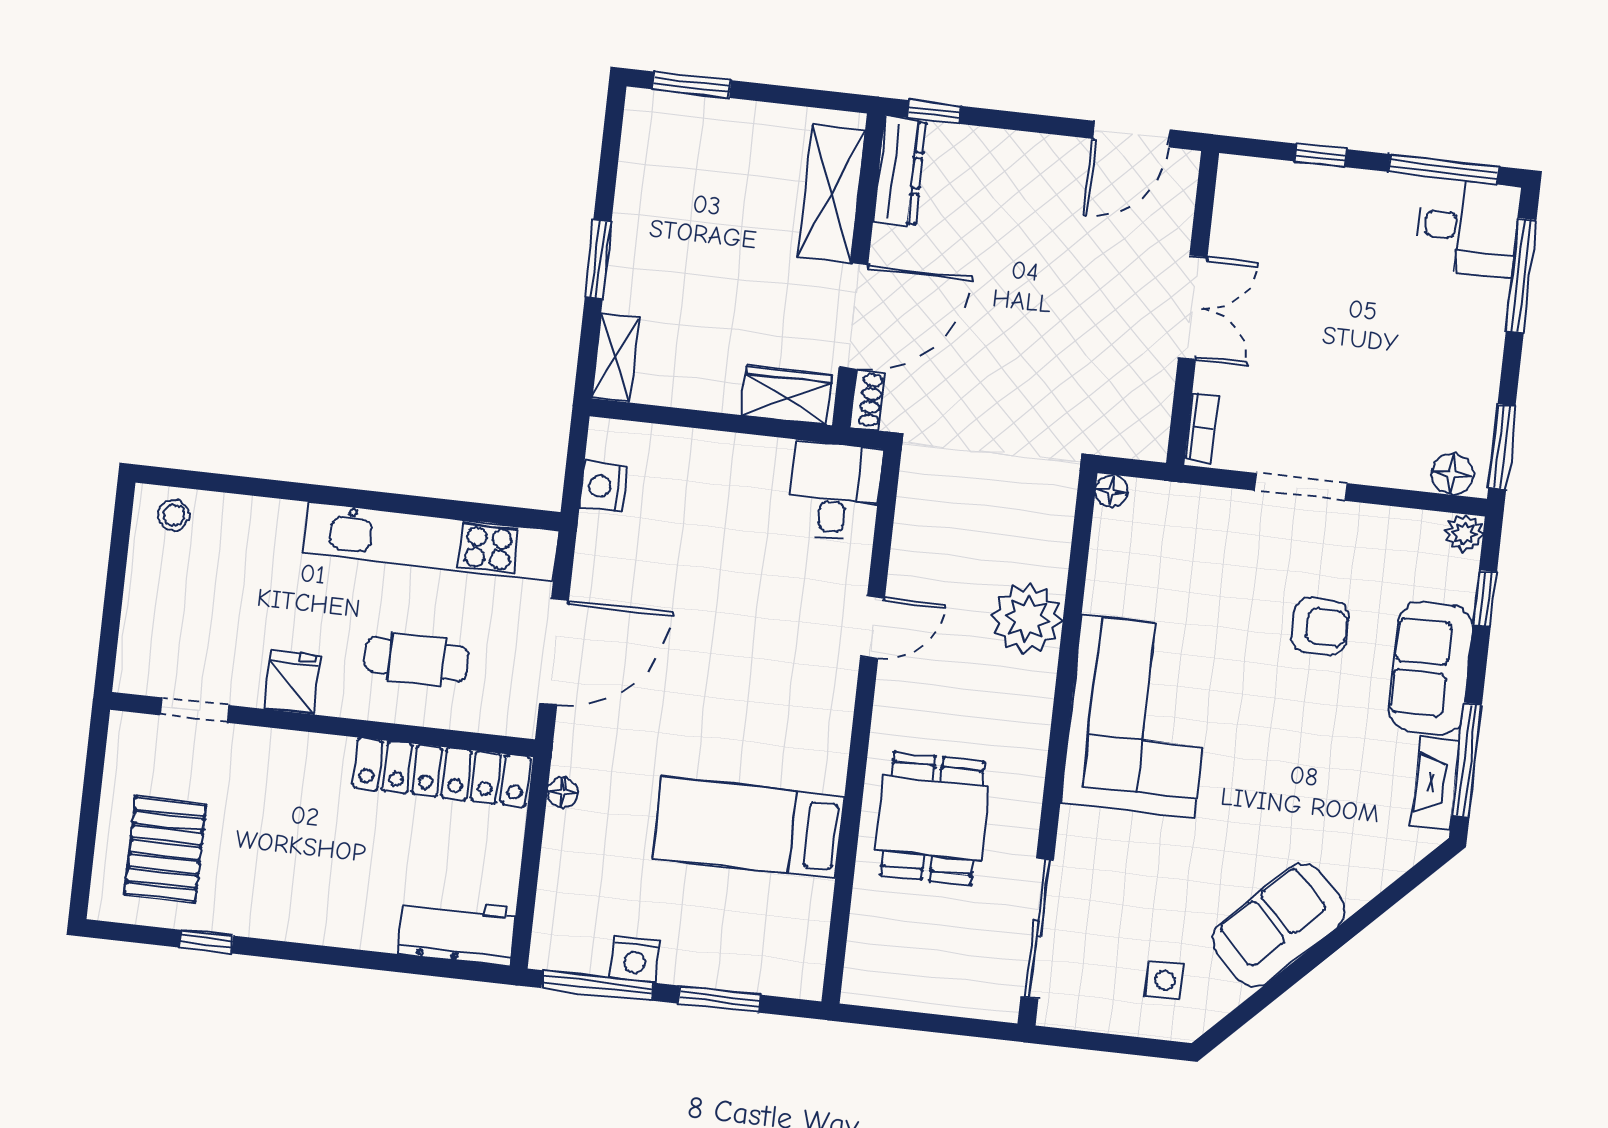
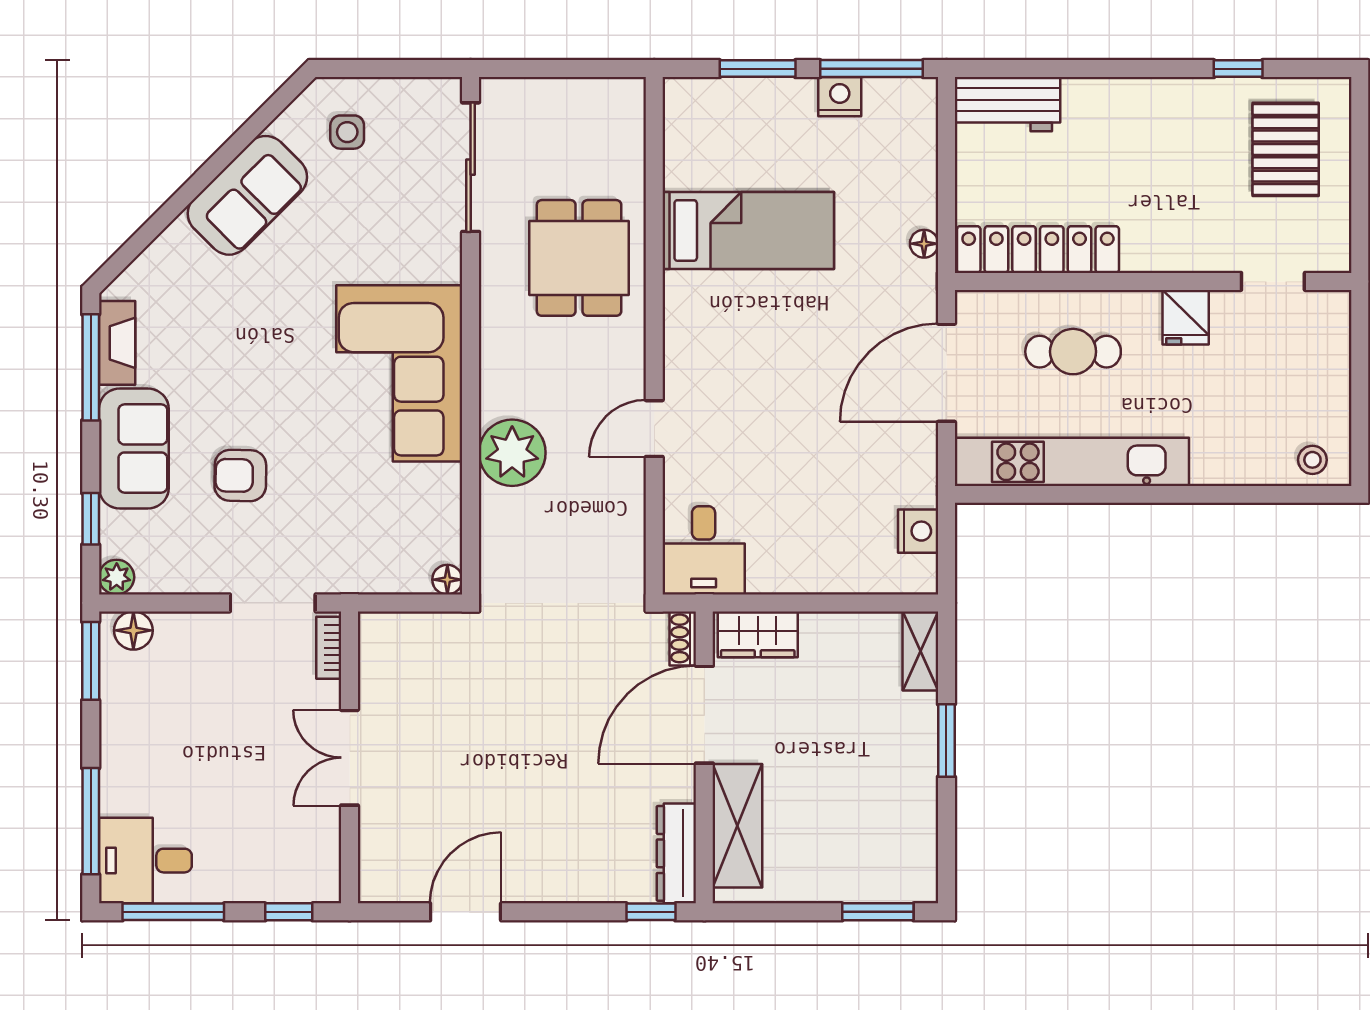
double door: (1193, 307) -> (350, 758), moved
wall: (1193, 308) -> (350, 757), moved
bookcase: (1202, 427) -> (329, 648), moved

